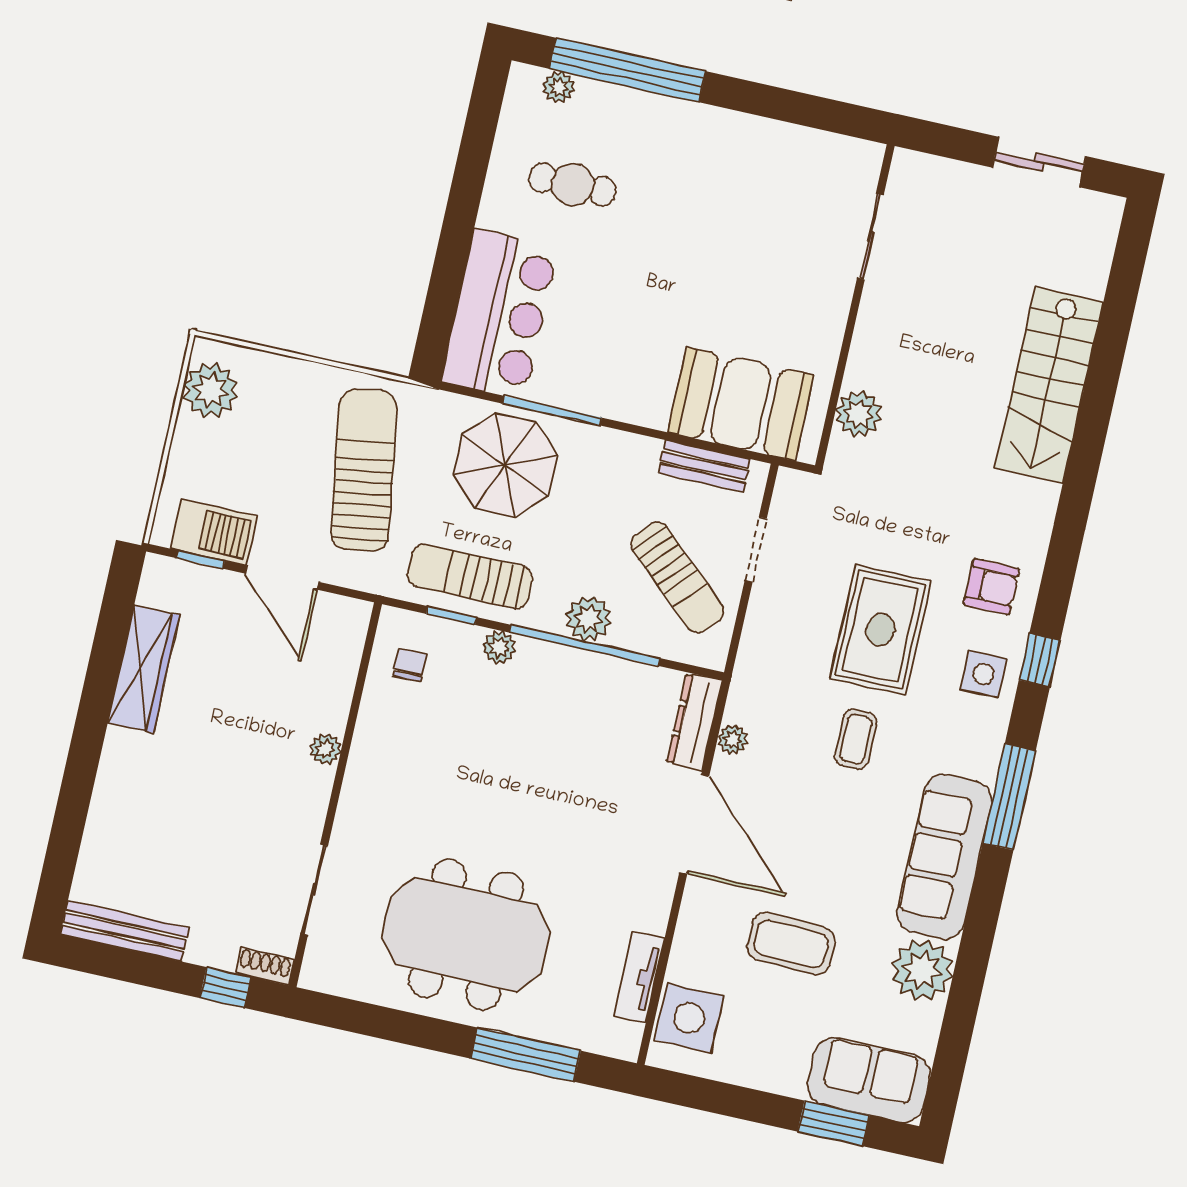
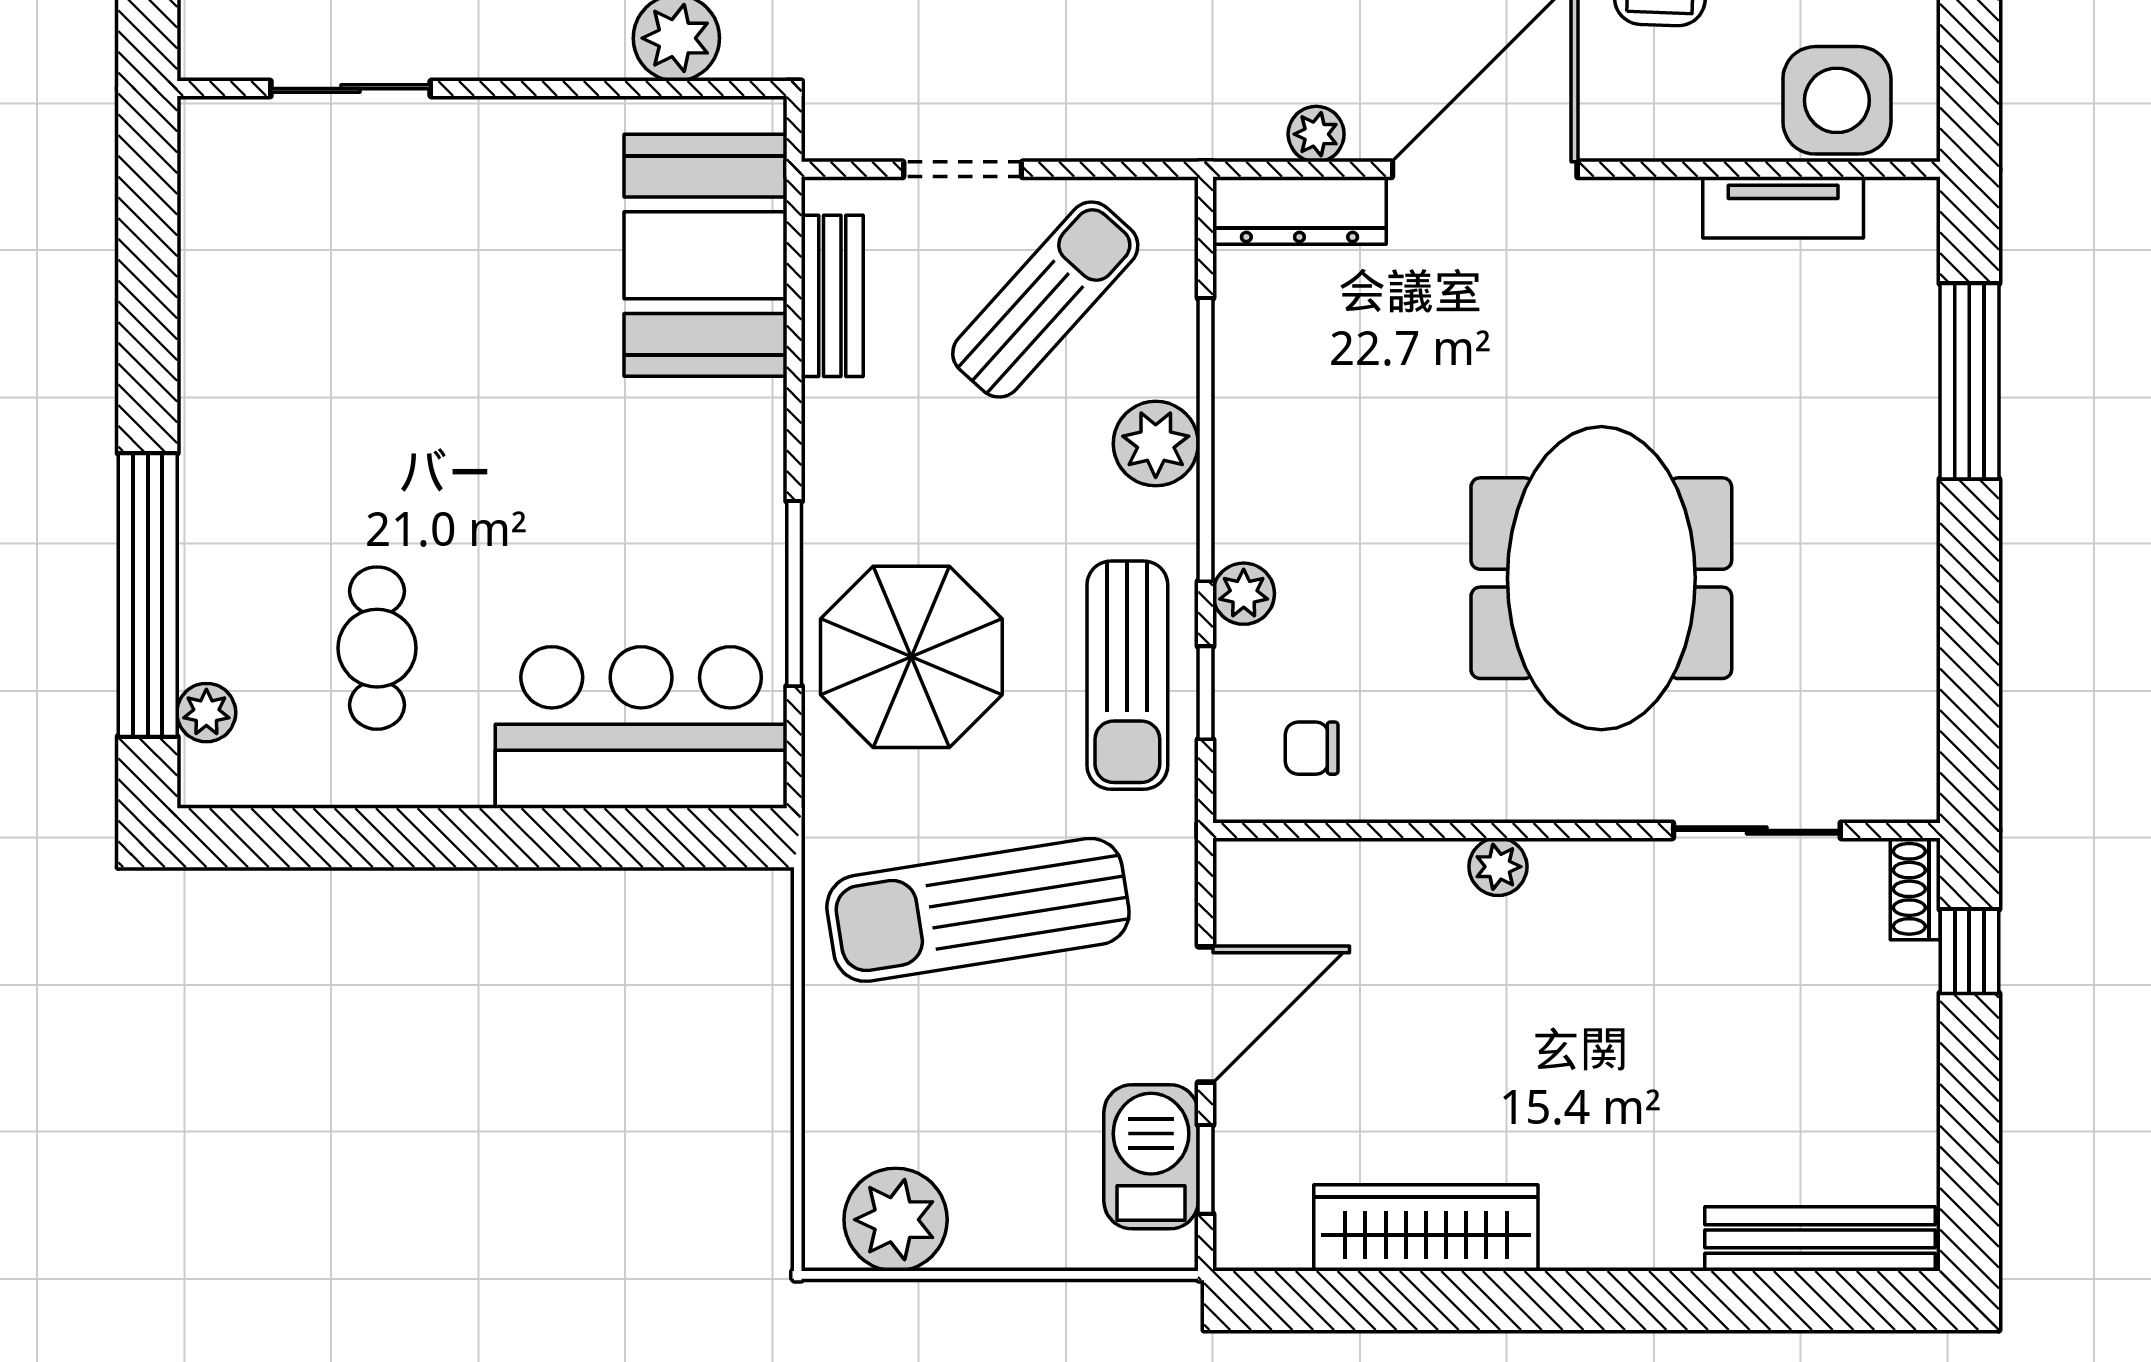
bench: (125, 931) -> (1820, 1239), moved, turned 90
meeting table: (466, 935) -> (1601, 578), moved

